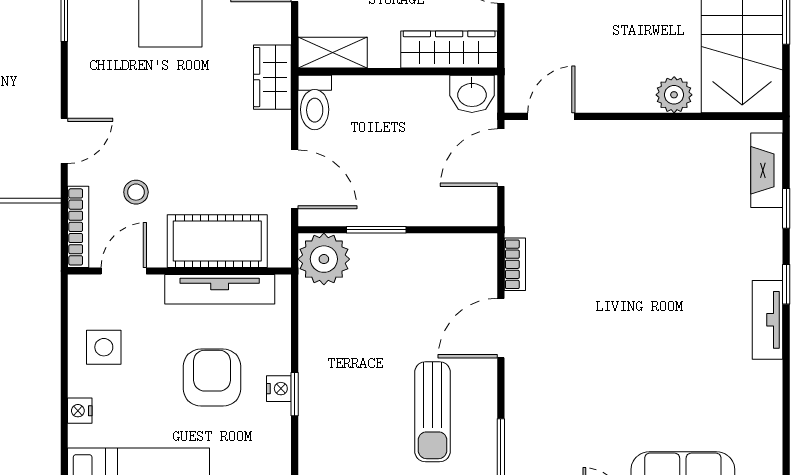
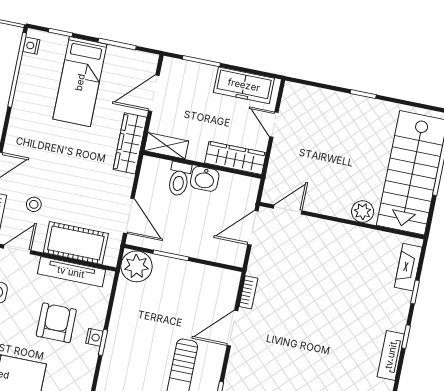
wardrobe: (272, 77) -> (130, 143), width x1.50
washbasin: (472, 94) -> (205, 179), moved
toilet: (315, 102) -> (179, 179), moved

